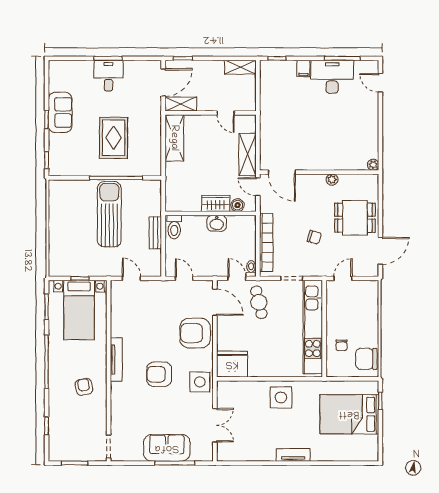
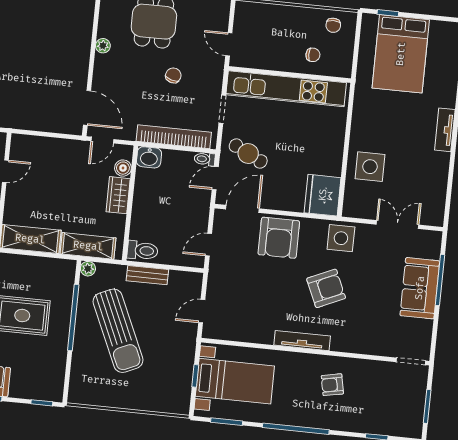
shelving: (247, 155) -> (88, 246), moved
door: (282, 172) -> (87, 108), hinge flipped
plant: (156, 186) -> (88, 269), added
sun lounger: (109, 214) -> (118, 331), turned -114
washbasin: (217, 223) -> (149, 157), moved, turned 90
cafe table: (259, 302) -> (248, 153), turned 40
chair: (366, 359) -> (333, 25), width x0.54, depth x0.54
armchair: (159, 374) -> (326, 288), turned -114
side table: (281, 397) -> (370, 167), moved

